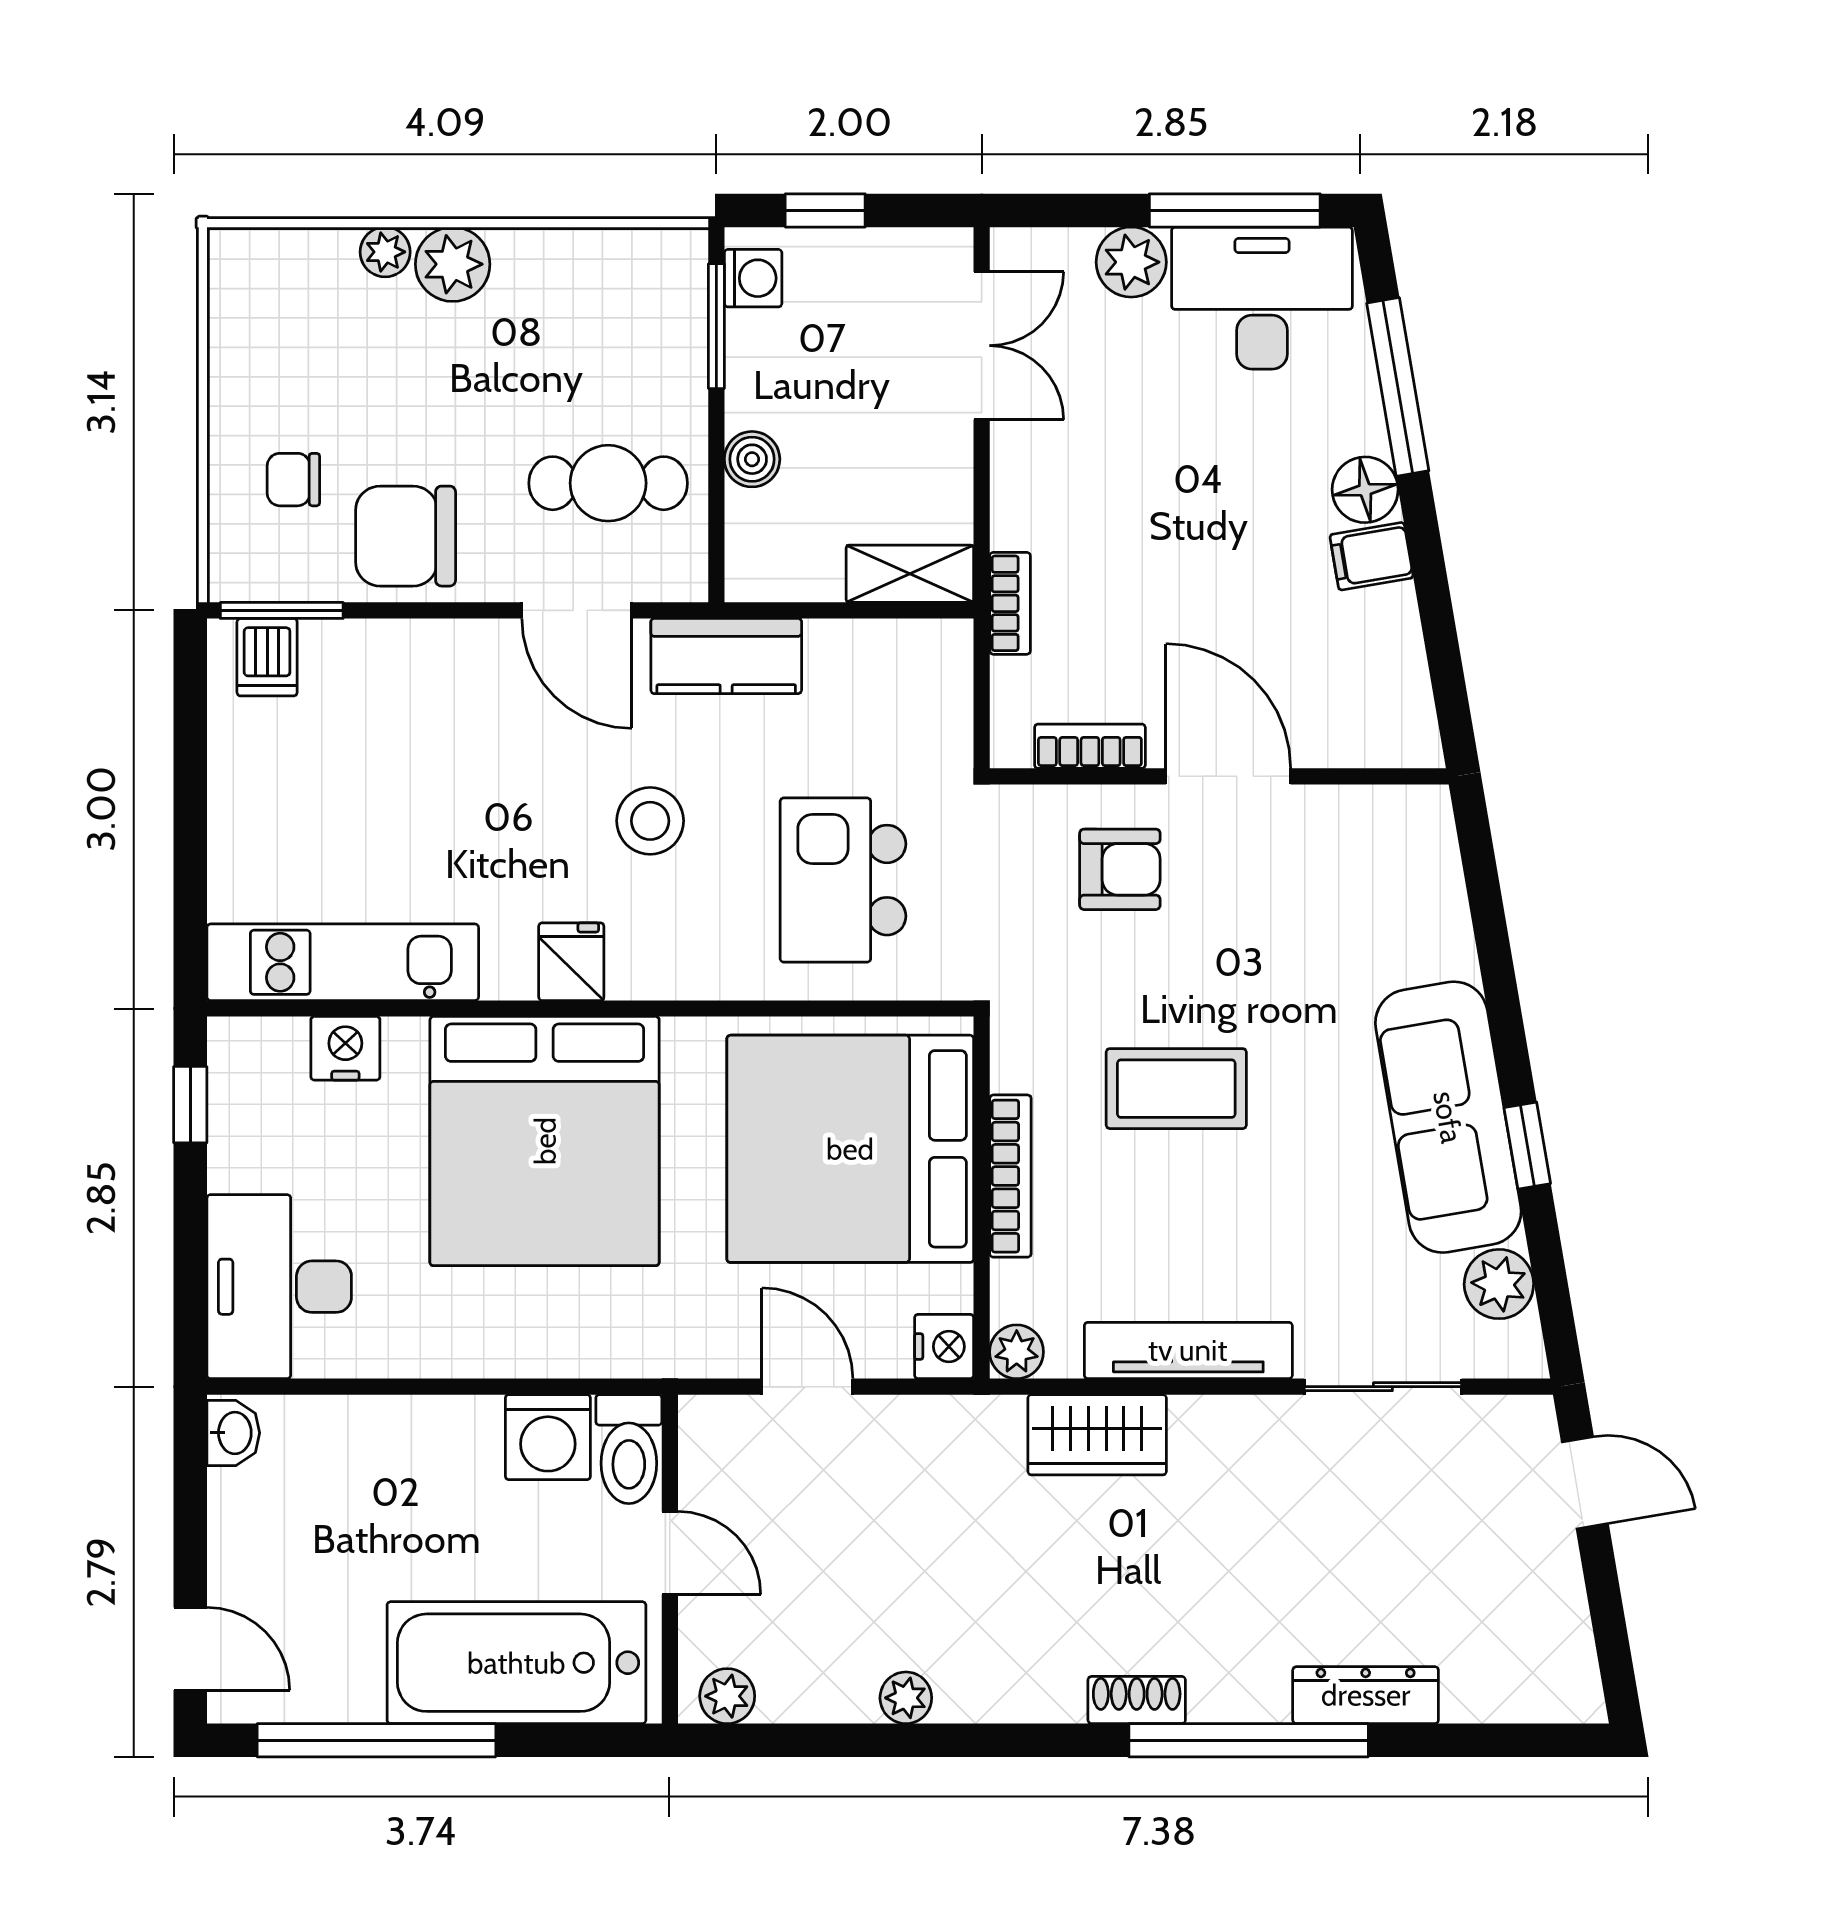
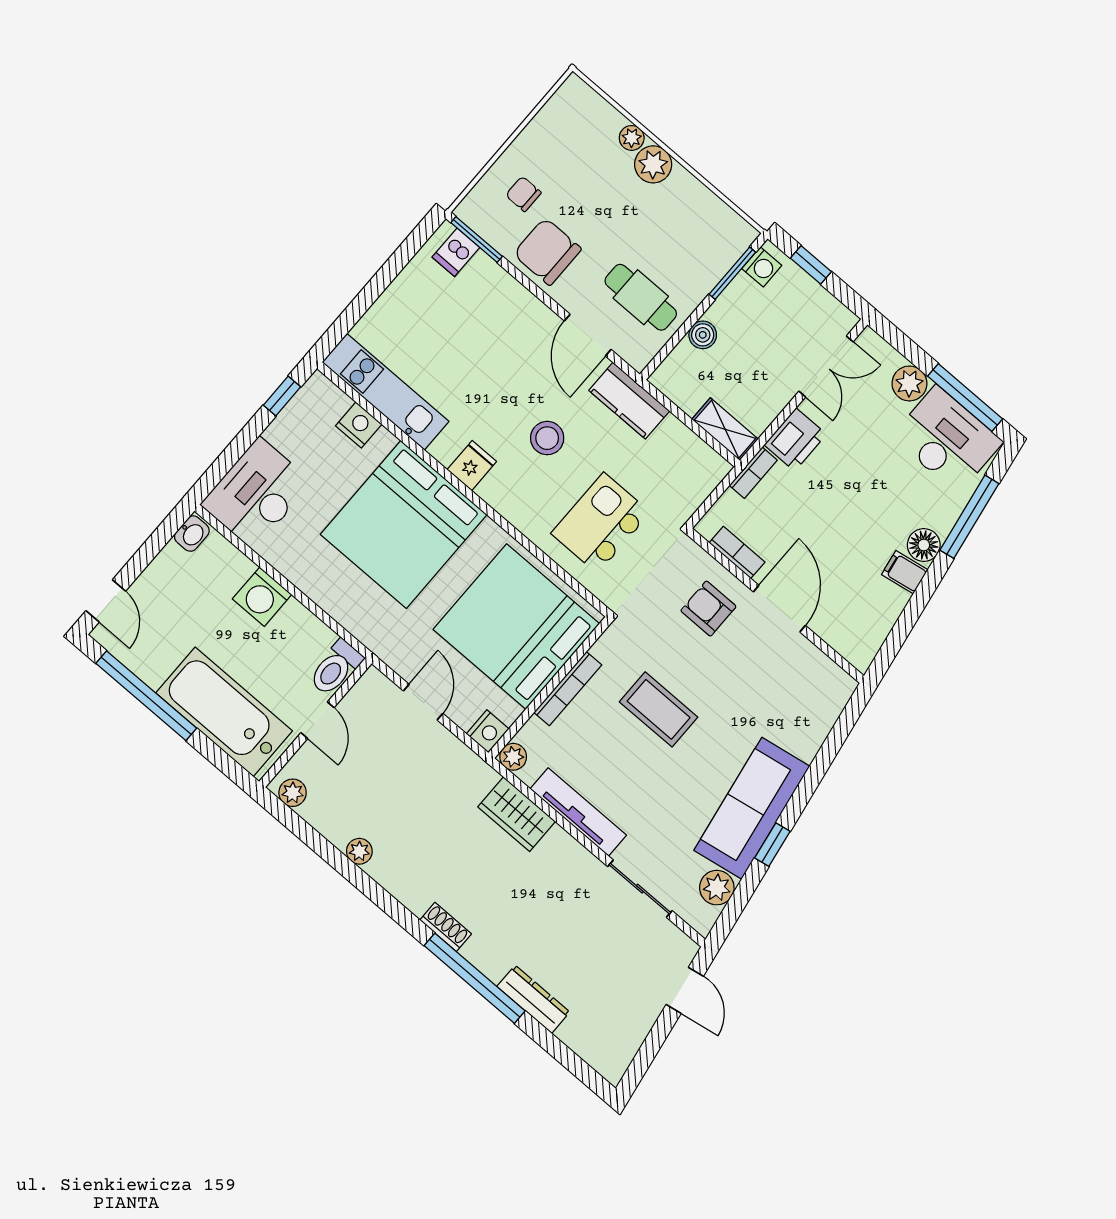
printer: (1031, 497) -> (795, 440), added
armchair: (1120, 869) -> (708, 609), turned 180
washing machine: (548, 1437) -> (262, 597), moved

